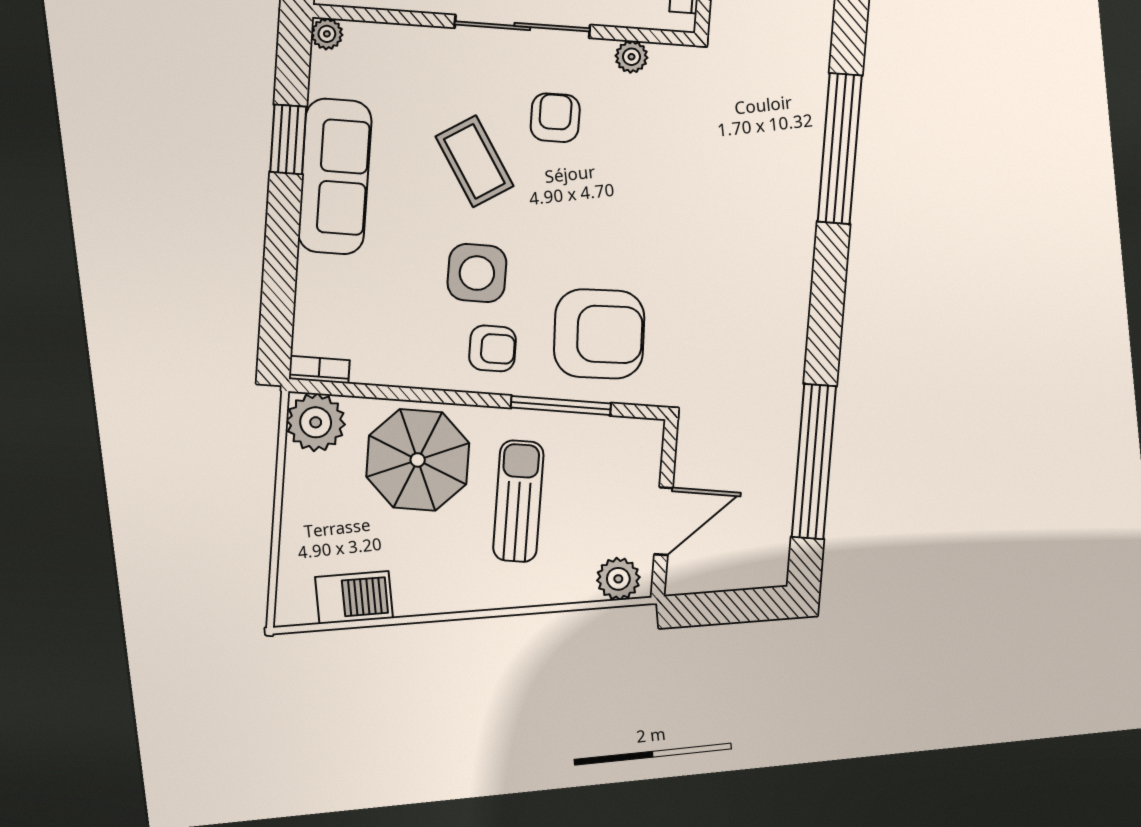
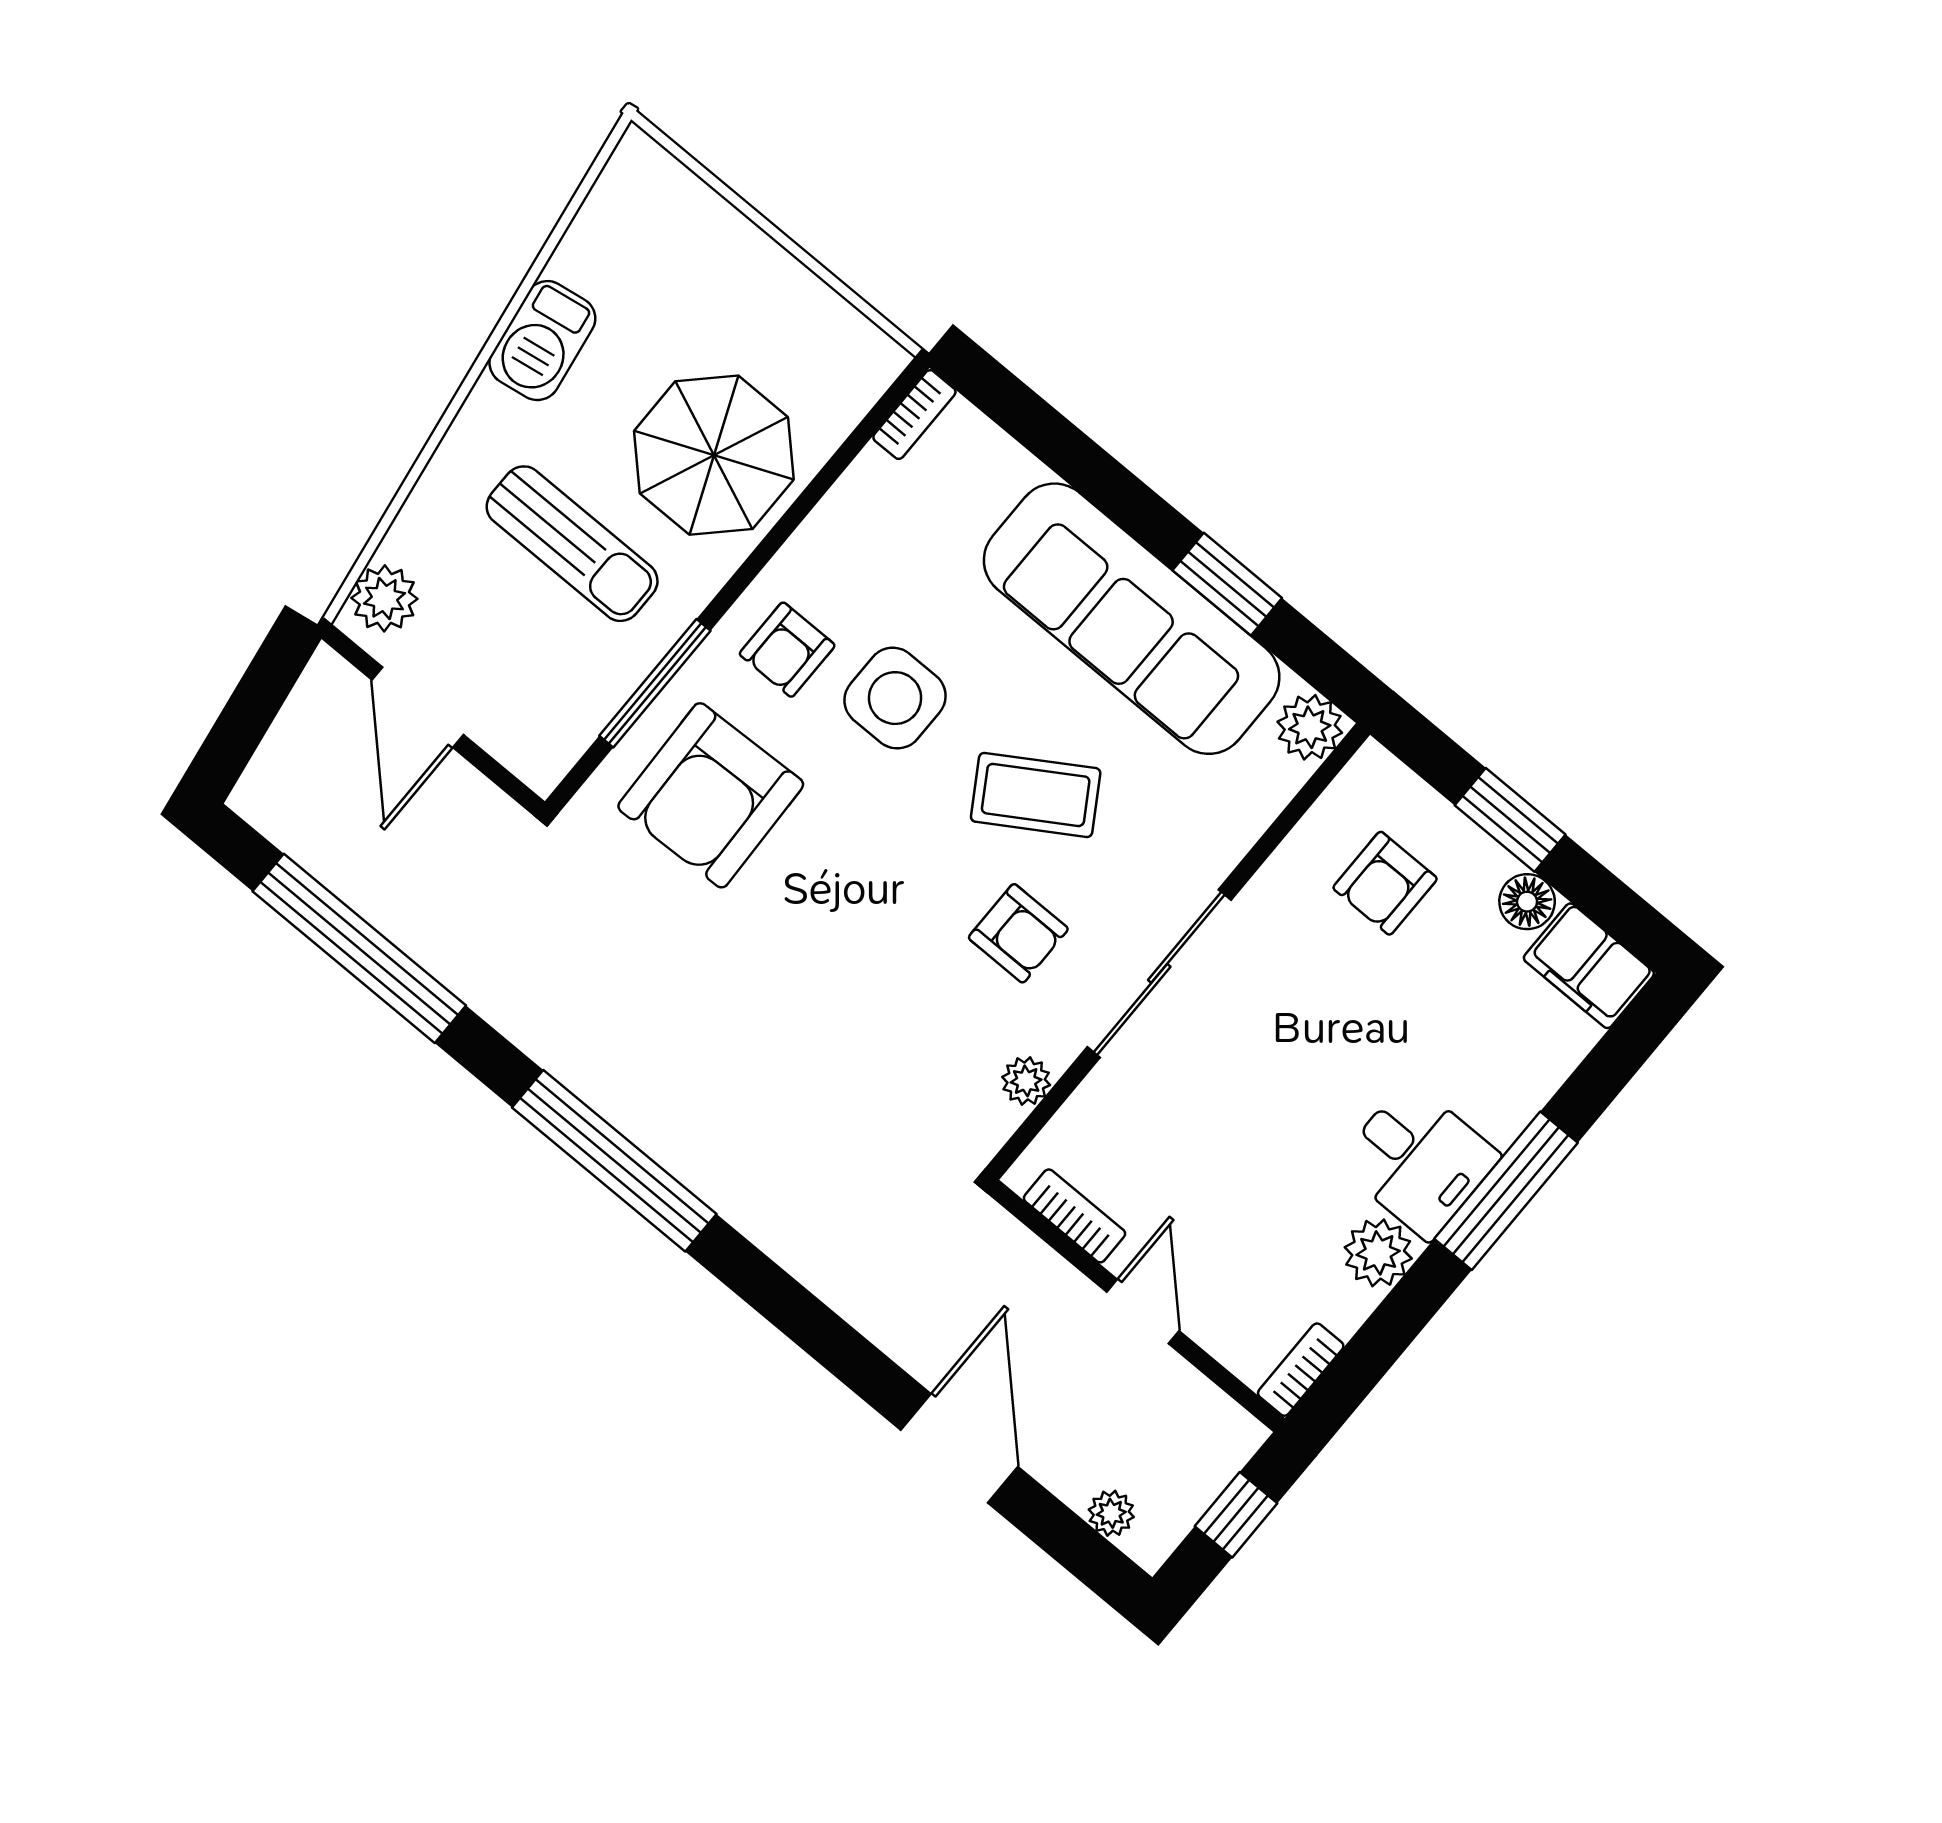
plant: (327, 34) -> (1310, 727), width x1.38, depth x1.38
window: (840, 149) -> (614, 1161), moved
sofa: (335, 177) -> (1132, 619), width x1.36, depth x1.27
plant: (316, 422) -> (852, 362), removed
barbecue: (354, 598) -> (542, 341), moved

